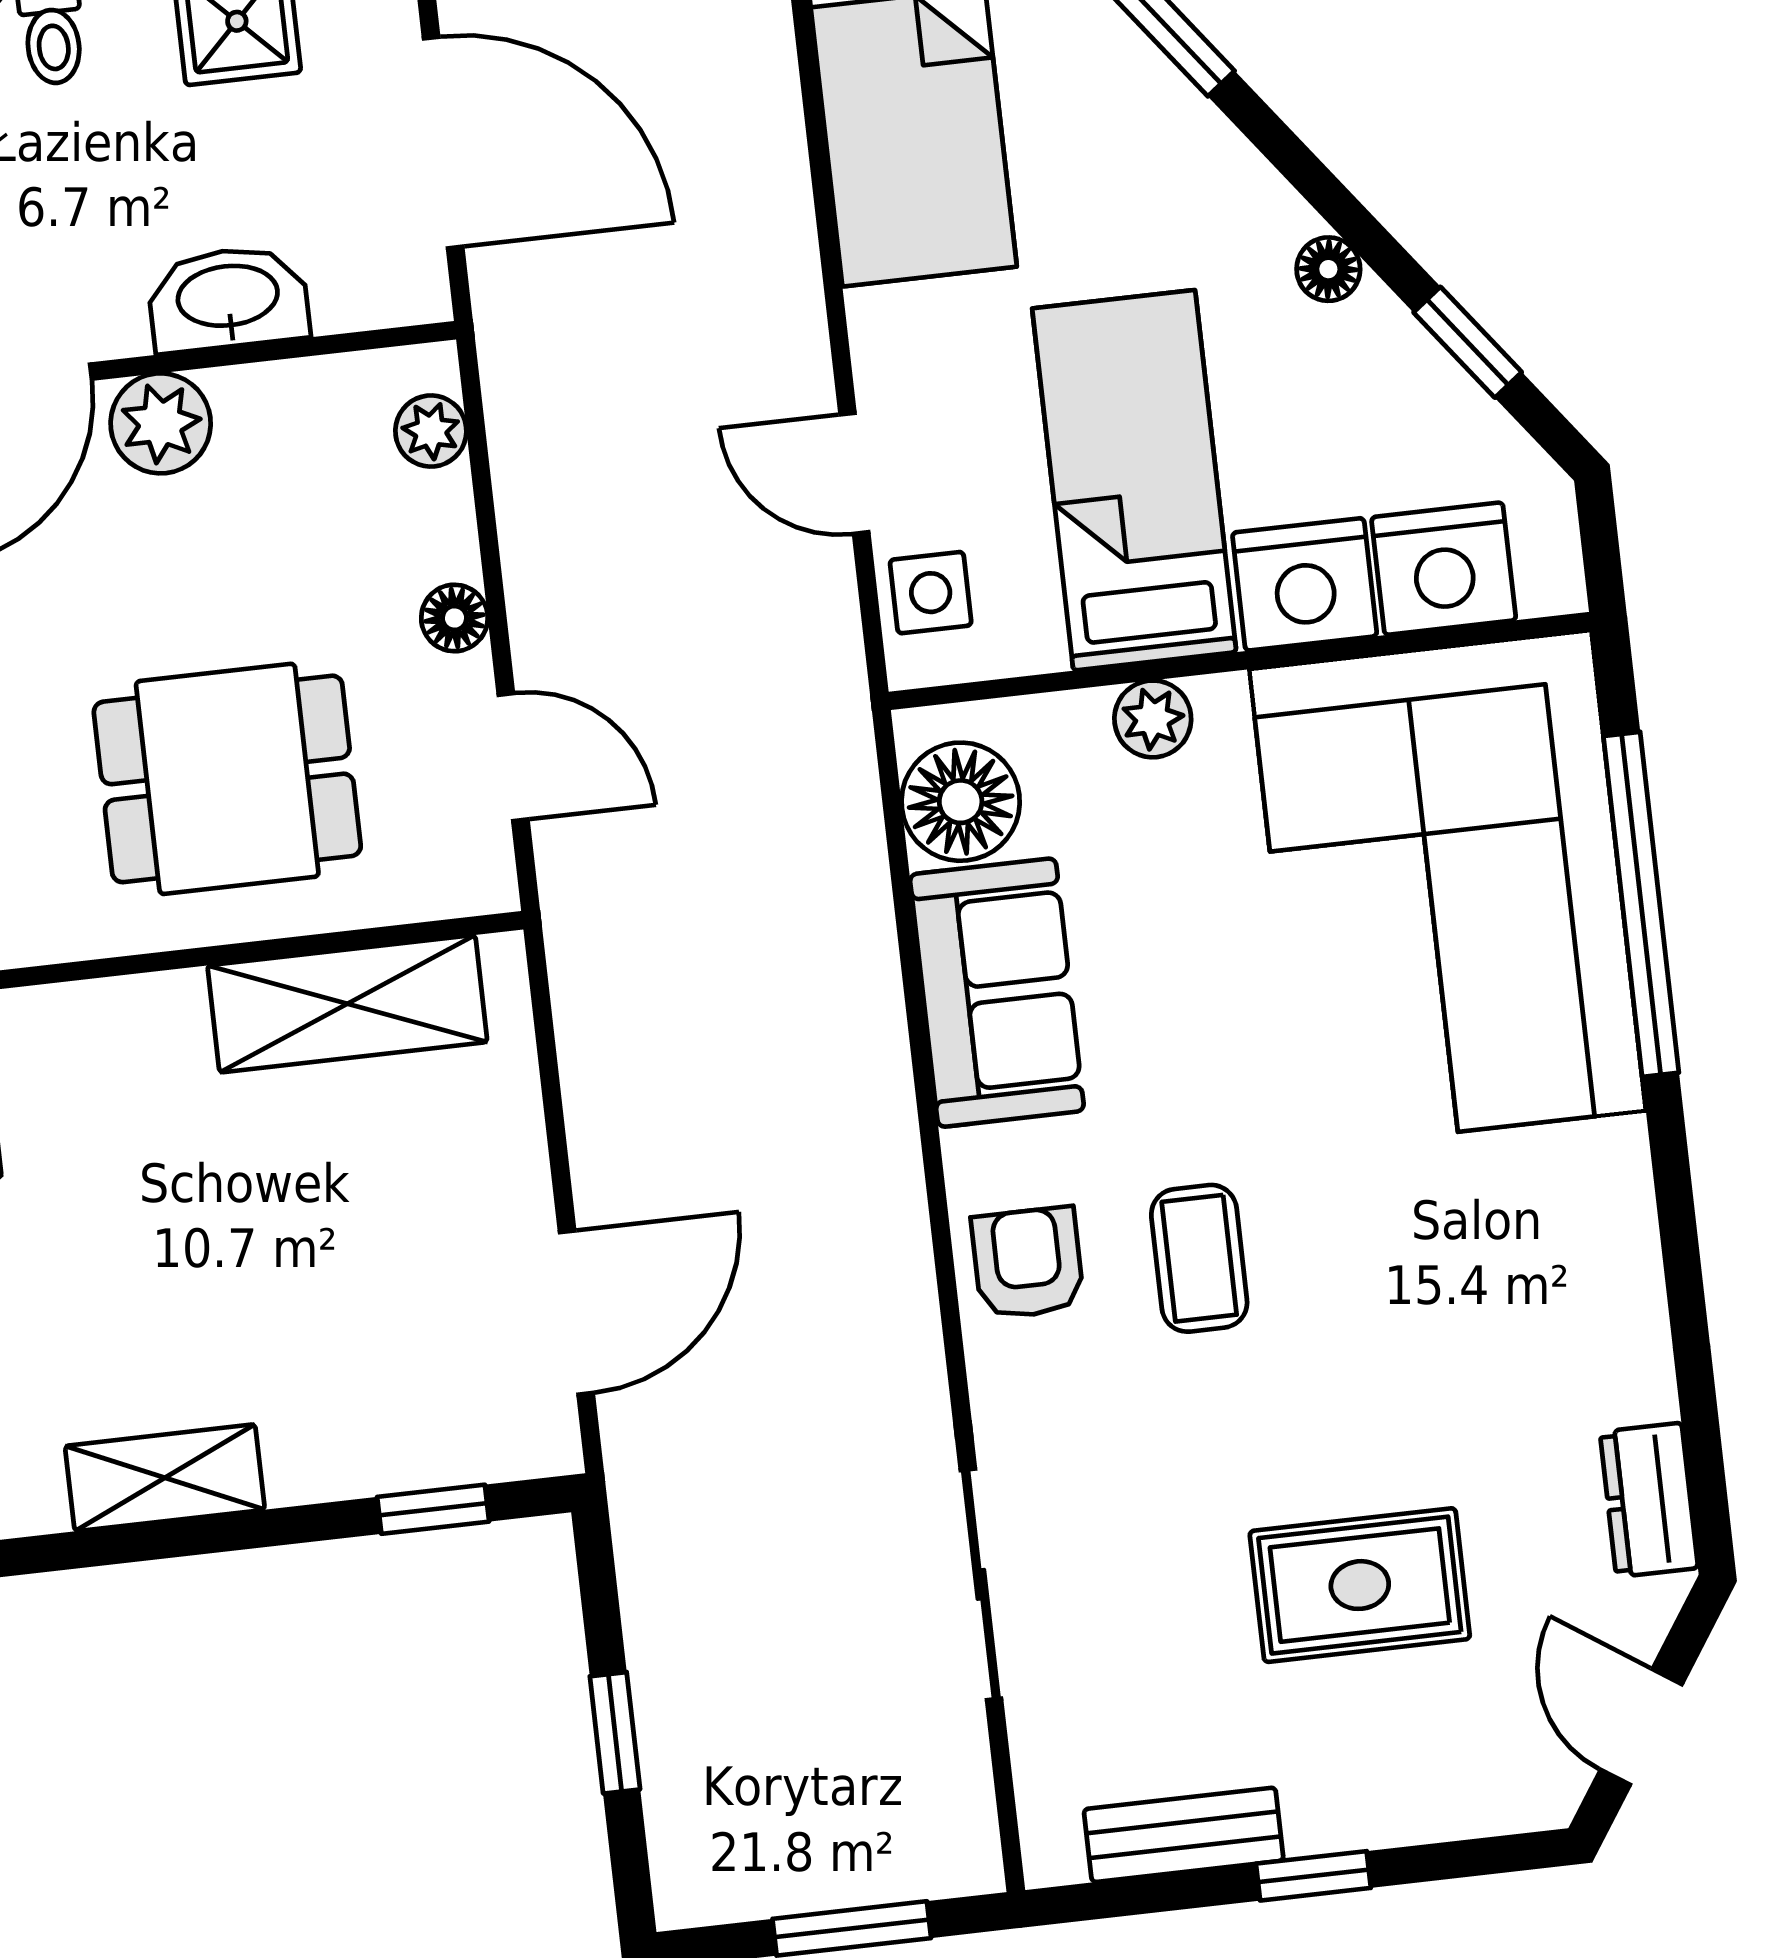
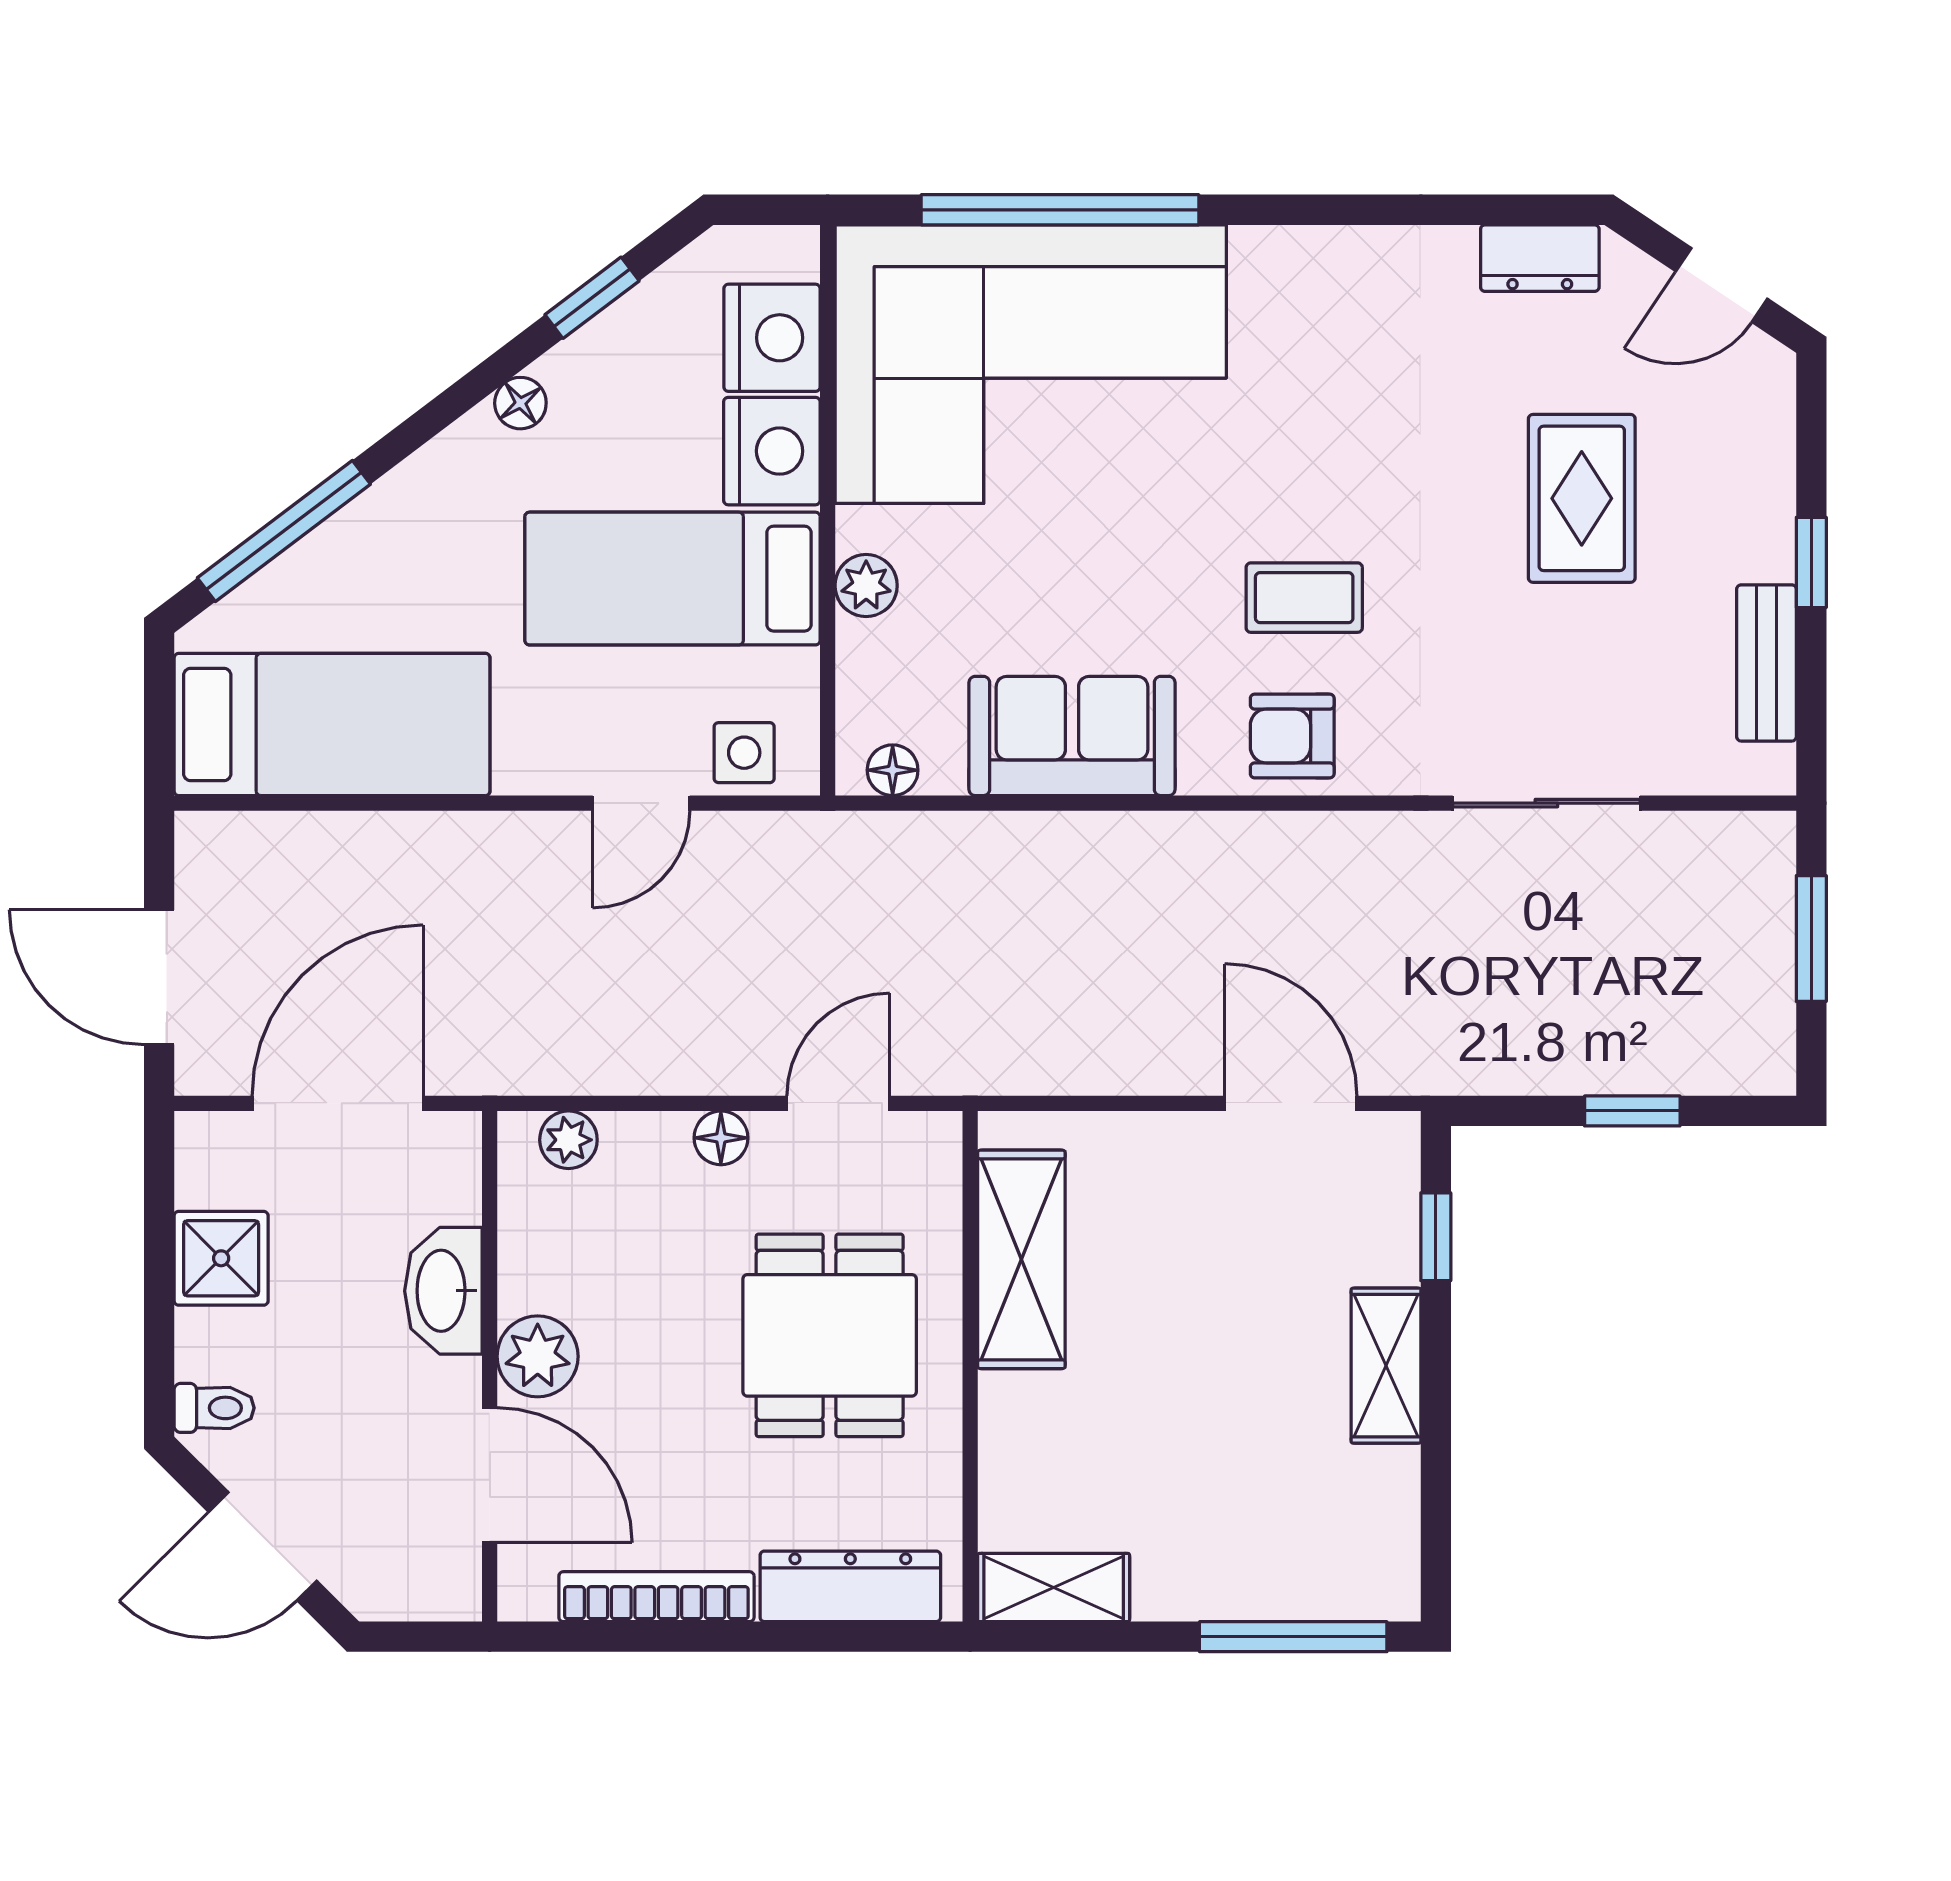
floor lamp: (961, 802) -> (893, 770), width x0.53, depth x0.53
shelving: (165, 1478) -> (1386, 1366), moved

